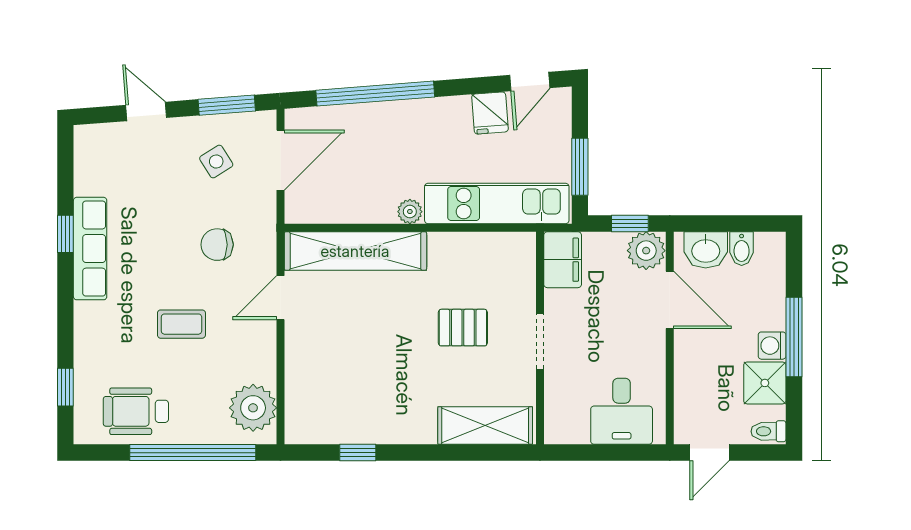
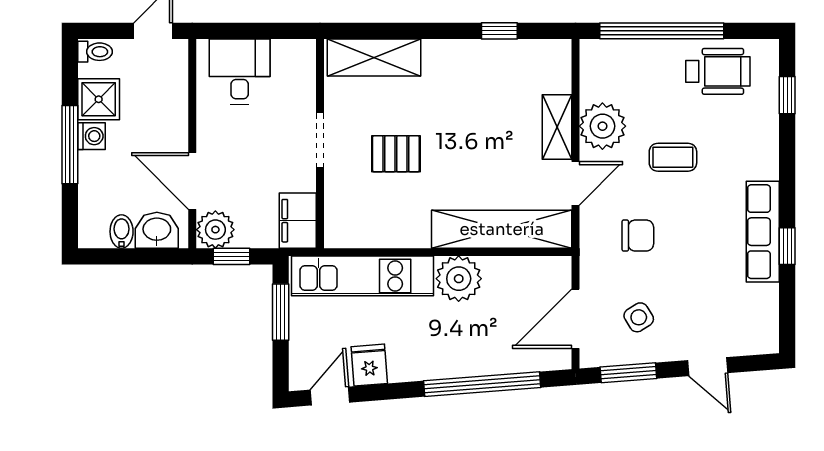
plant: (410, 212) -> (459, 279), width x1.88, depth x1.88
shelving: (299, 355) -> (557, 127), added
plant: (253, 408) -> (602, 126), moved

